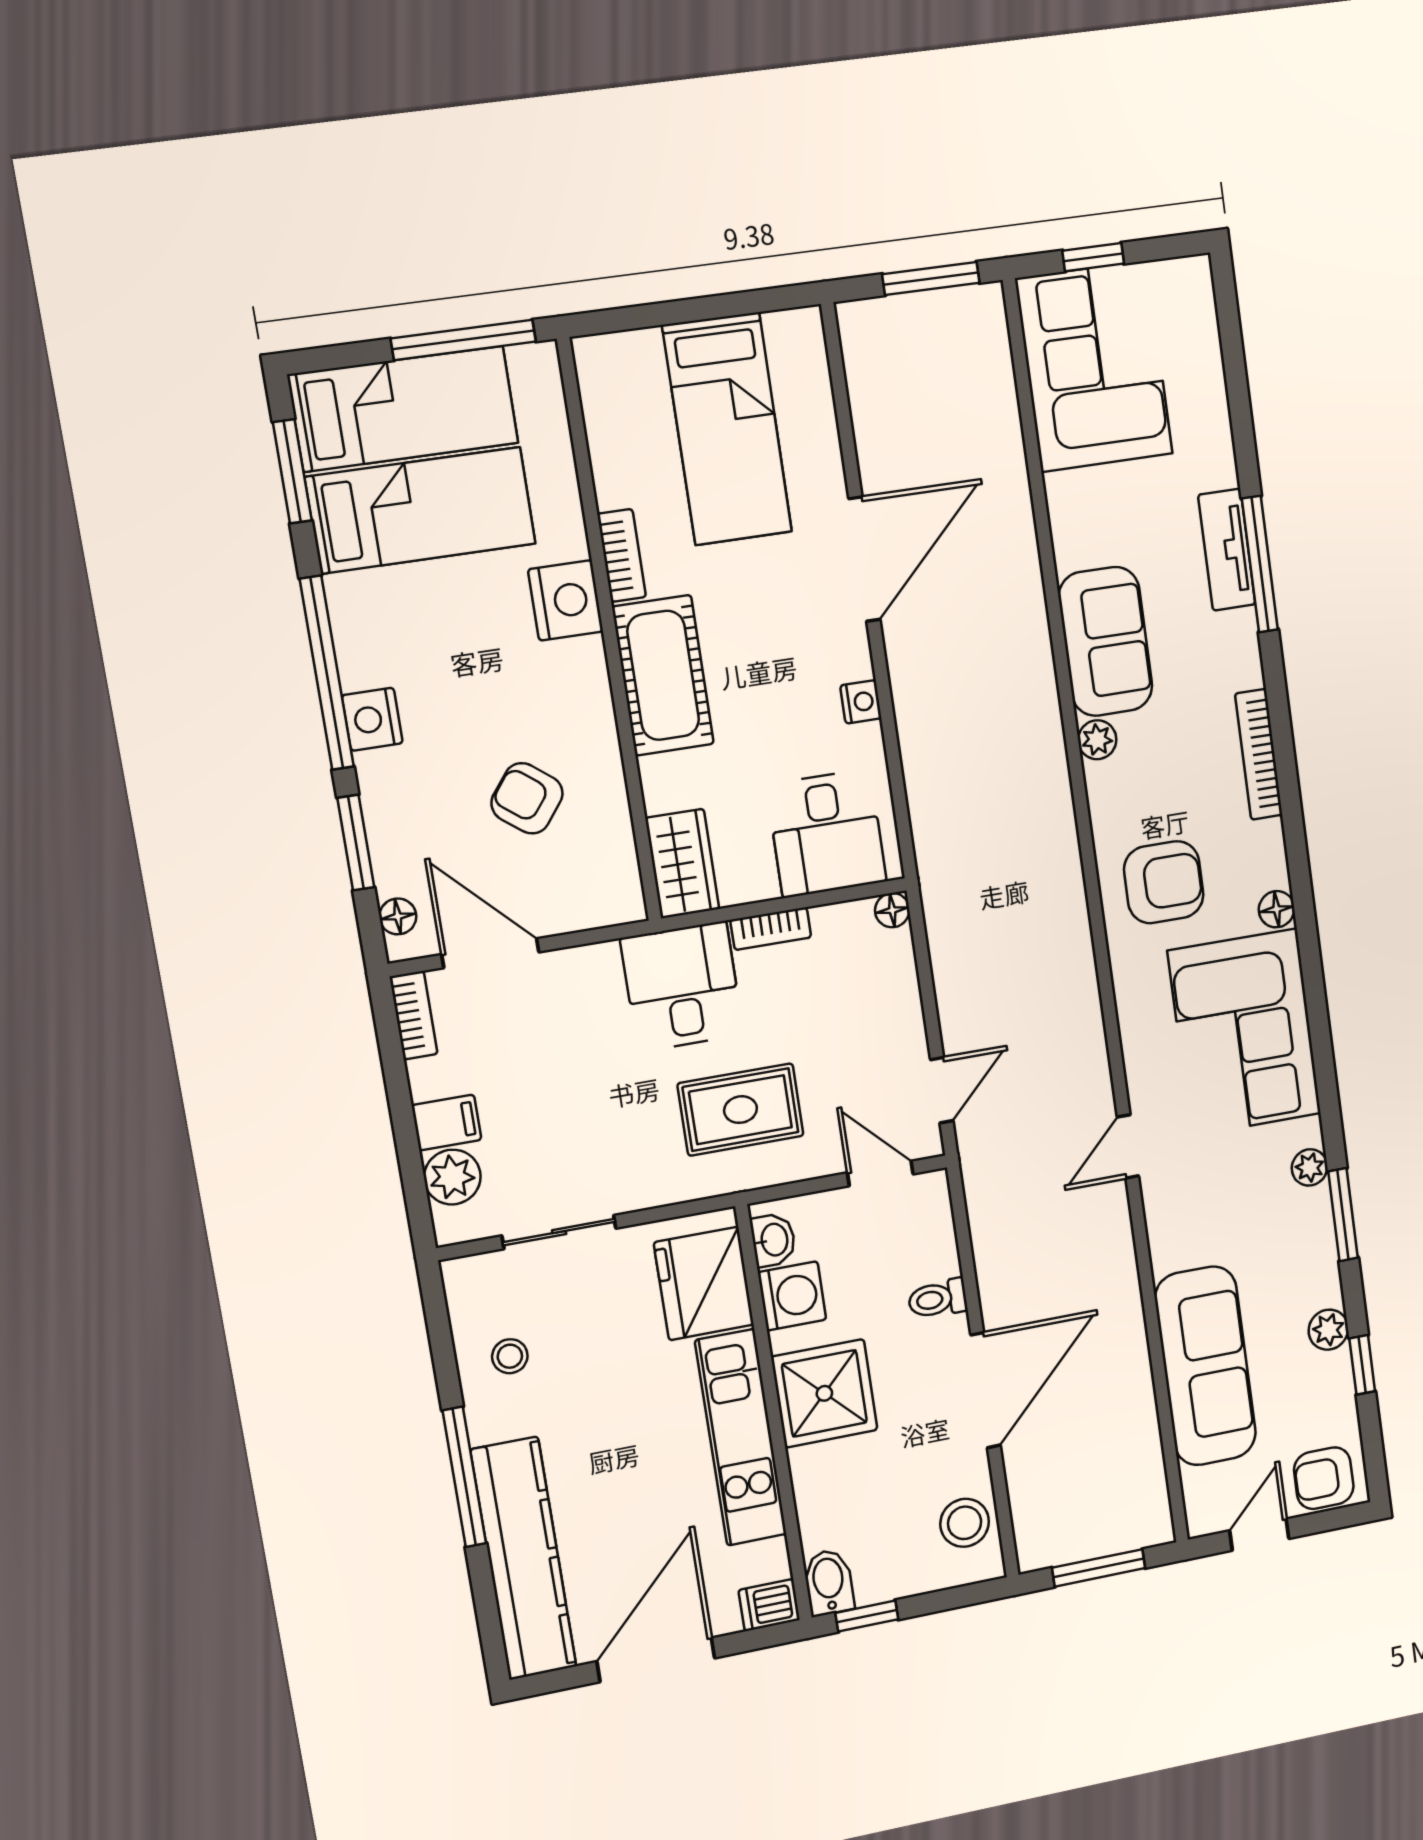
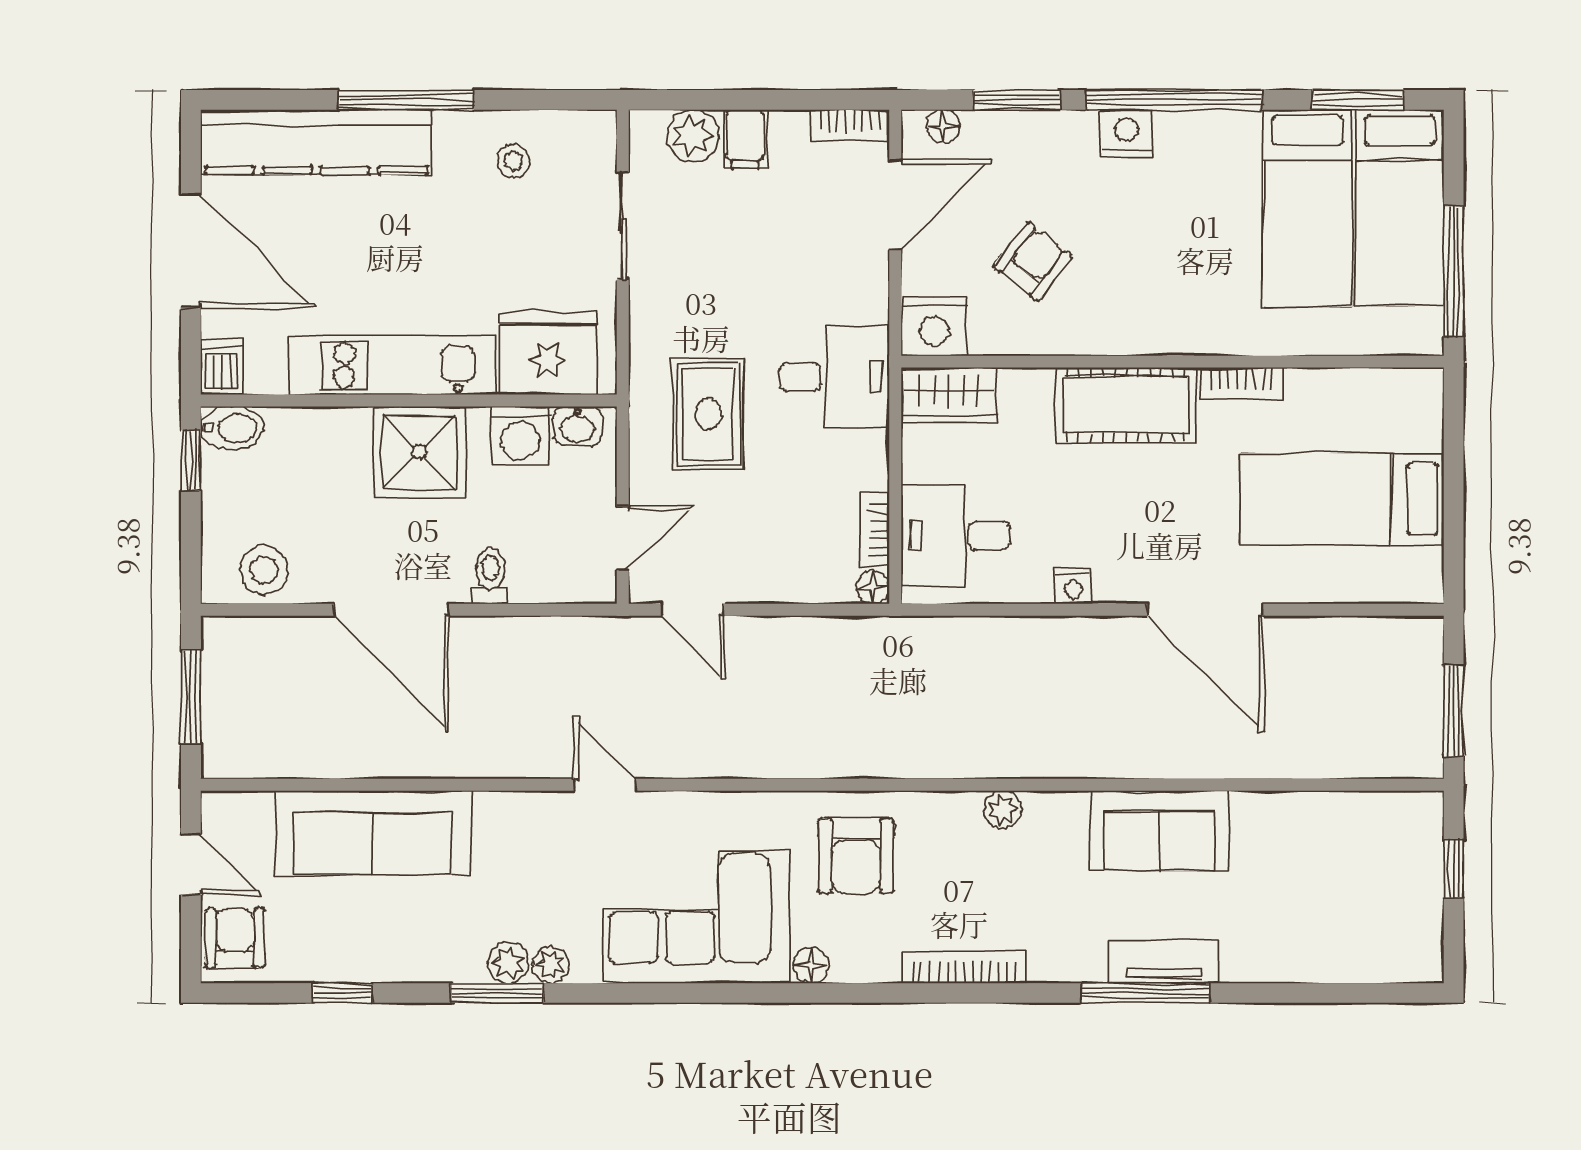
corner sofa: (1094, 367) -> (1353, 856), removed
nightstand: (566, 600) -> (934, 326), moved
sofa: (1105, 641) -> (1160, 831), moved
bookcase: (771, 929) -> (875, 530), moved
plant: (1328, 1330) -> (508, 963), moved

